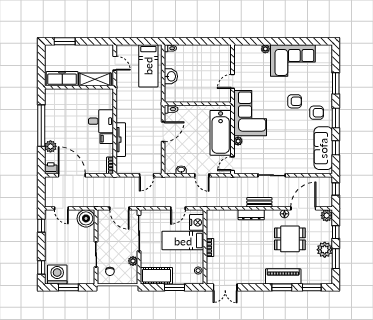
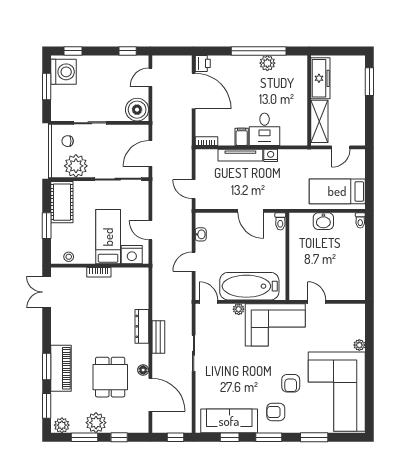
corner sofa: (293, 60) -> (337, 392), width x1.36, depth x1.36
armchair: (317, 113) -> (276, 412), turned 90
nightstand: (121, 117) -> (271, 155), added
plant: (50, 146) -> (267, 63), moved
door: (72, 175) -> (194, 91), hinge flipped
plant: (327, 215) -> (62, 425), moved
plant: (133, 261) -> (76, 166), width x1.88, depth x1.88

